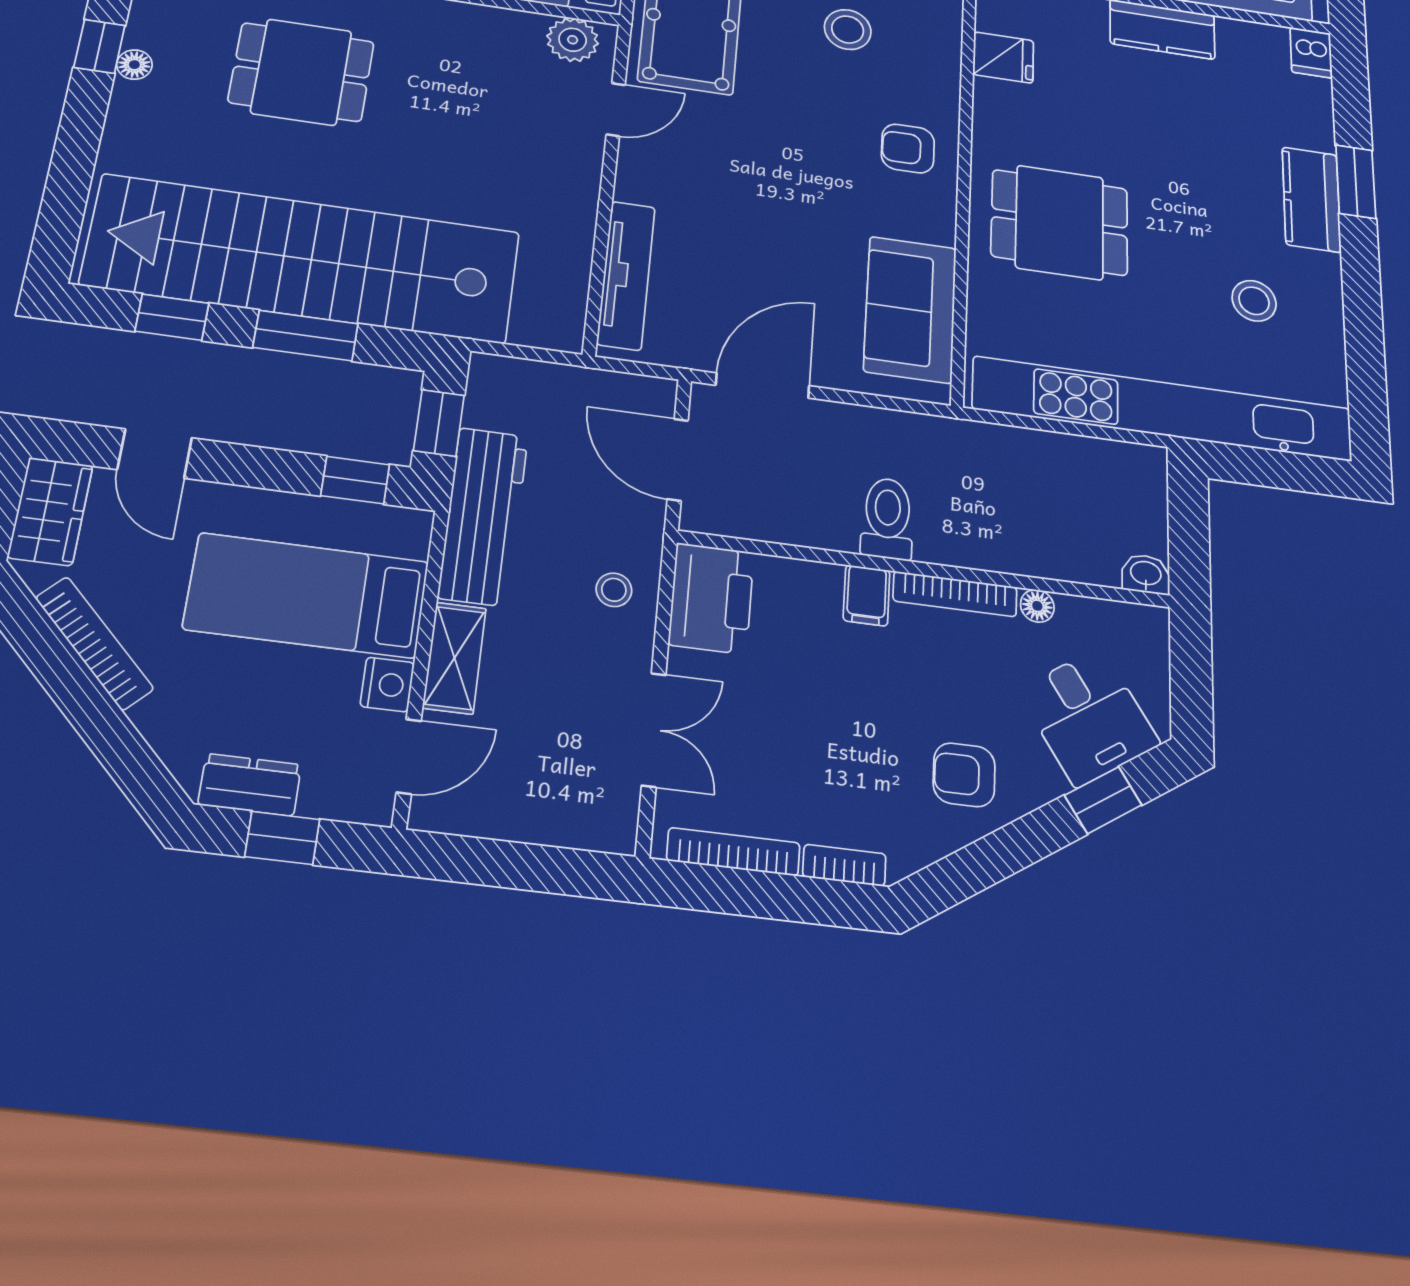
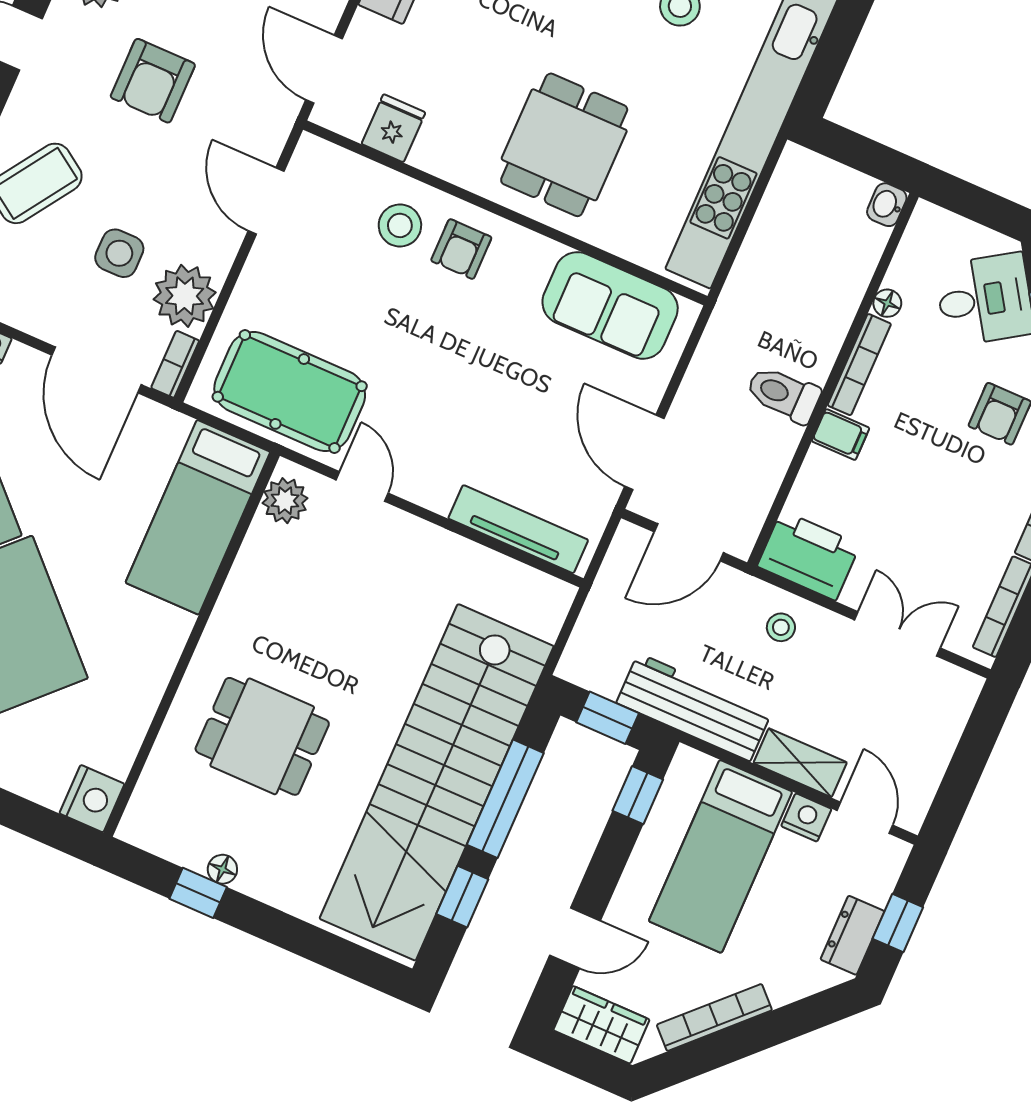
stool: (848, 30) -> (400, 225), moved
dining table: (301, 72) -> (262, 736), turned 90
window: (306, 336) -> (505, 799), width x1.44

